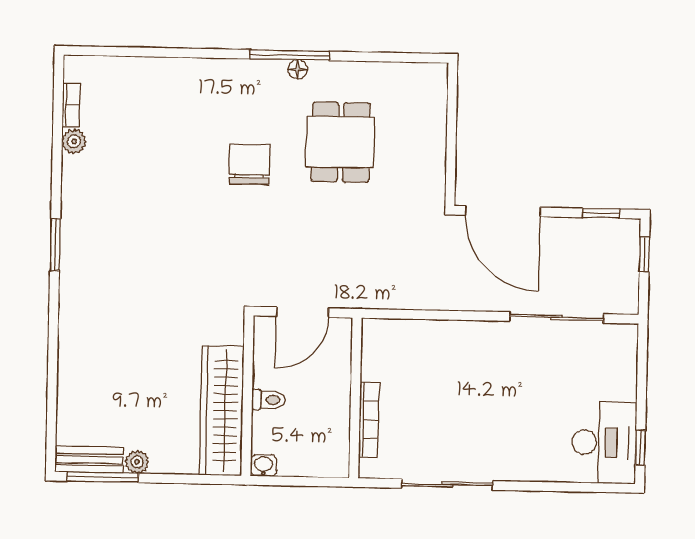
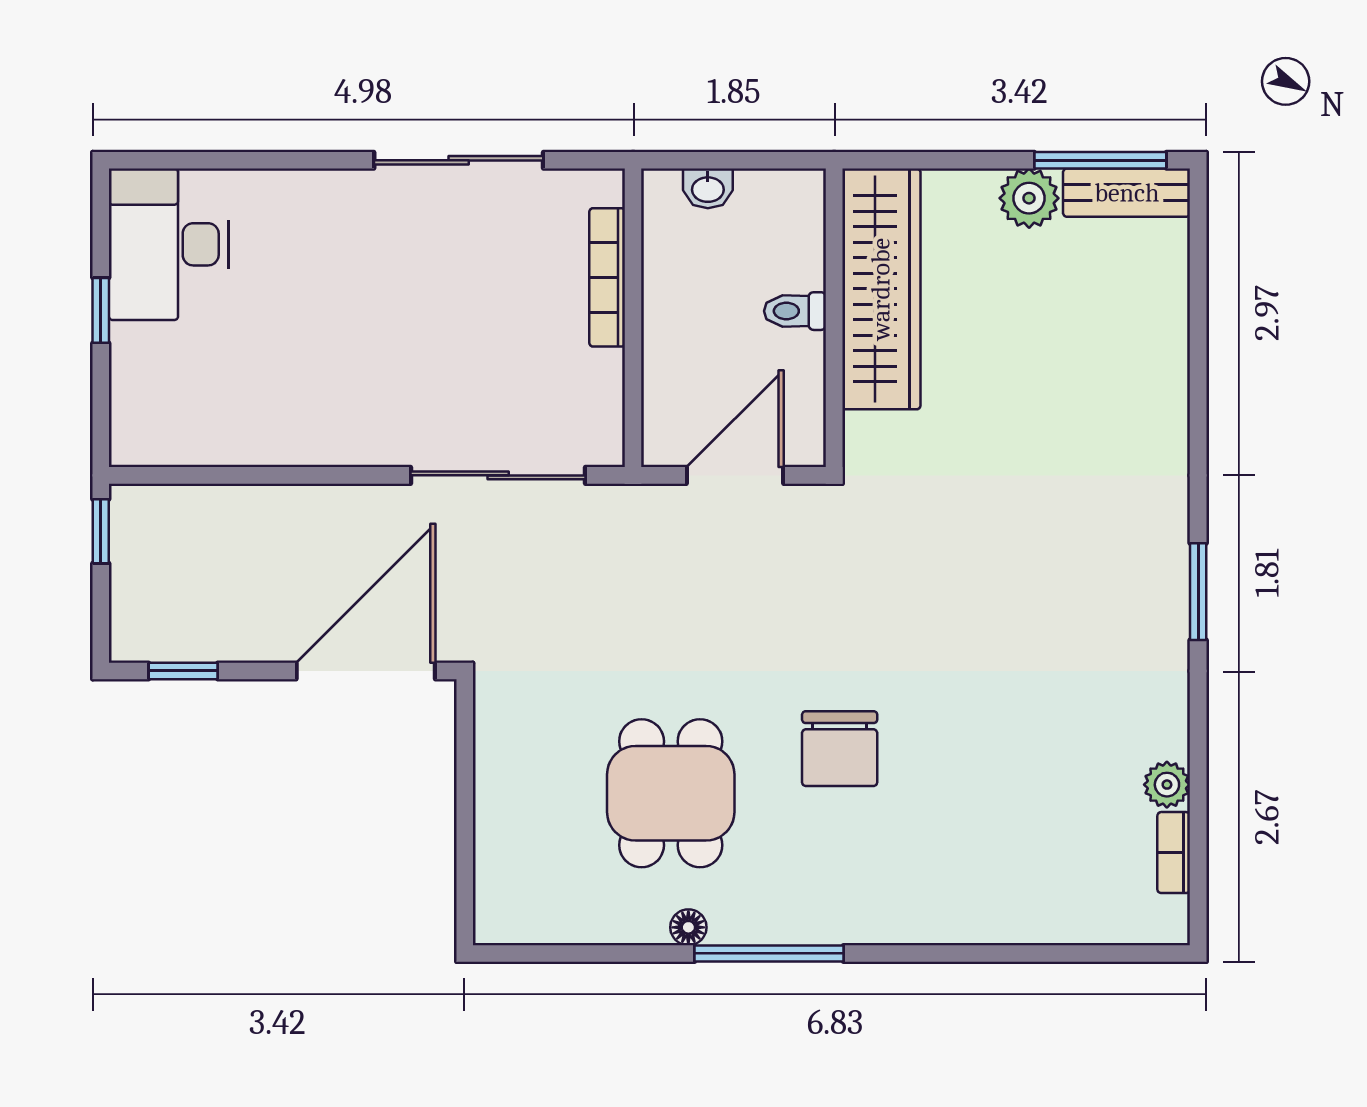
floor lamp: (298, 69) -> (688, 927), moved
door: (503, 211) -> (366, 671), hinge flipped
window: (644, 254) -> (101, 531), moved
sliding door: (556, 317) -> (498, 475), moved
window: (640, 448) -> (101, 310), moved
plant: (137, 462) -> (1029, 198), width x1.38, depth x1.38
washbasin: (264, 466) -> (708, 188), moved

